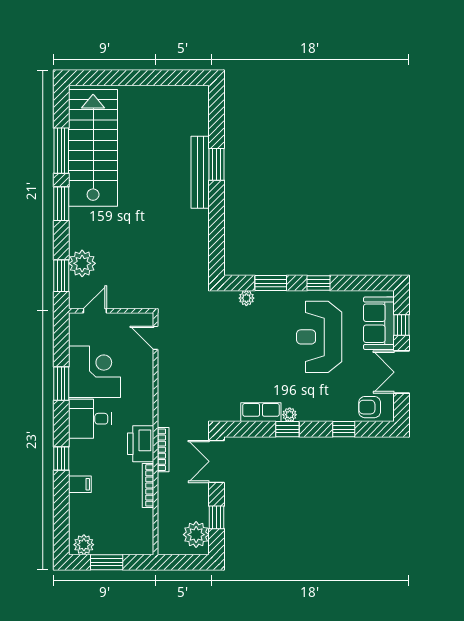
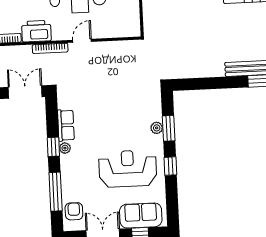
plant: (246, 298) -> (157, 128), moved
door: (156, 338) -> (82, 41), moved
window: (344, 429) -> (56, 192), width x2.17
bookcase: (163, 450) -> (50, 48), moved

